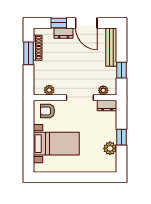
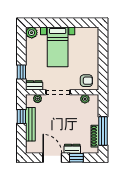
bench: (111, 47) -> (30, 124), moved
window: (28, 53) -> (103, 131), width x1.44
window: (122, 137) -> (21, 72), moved
bed with nightstands: (56, 144) -> (58, 47), moved, turned -90
plant: (110, 148) -> (32, 33), moved

